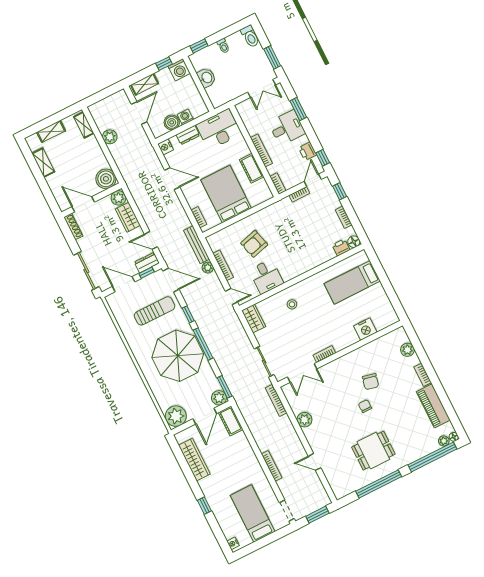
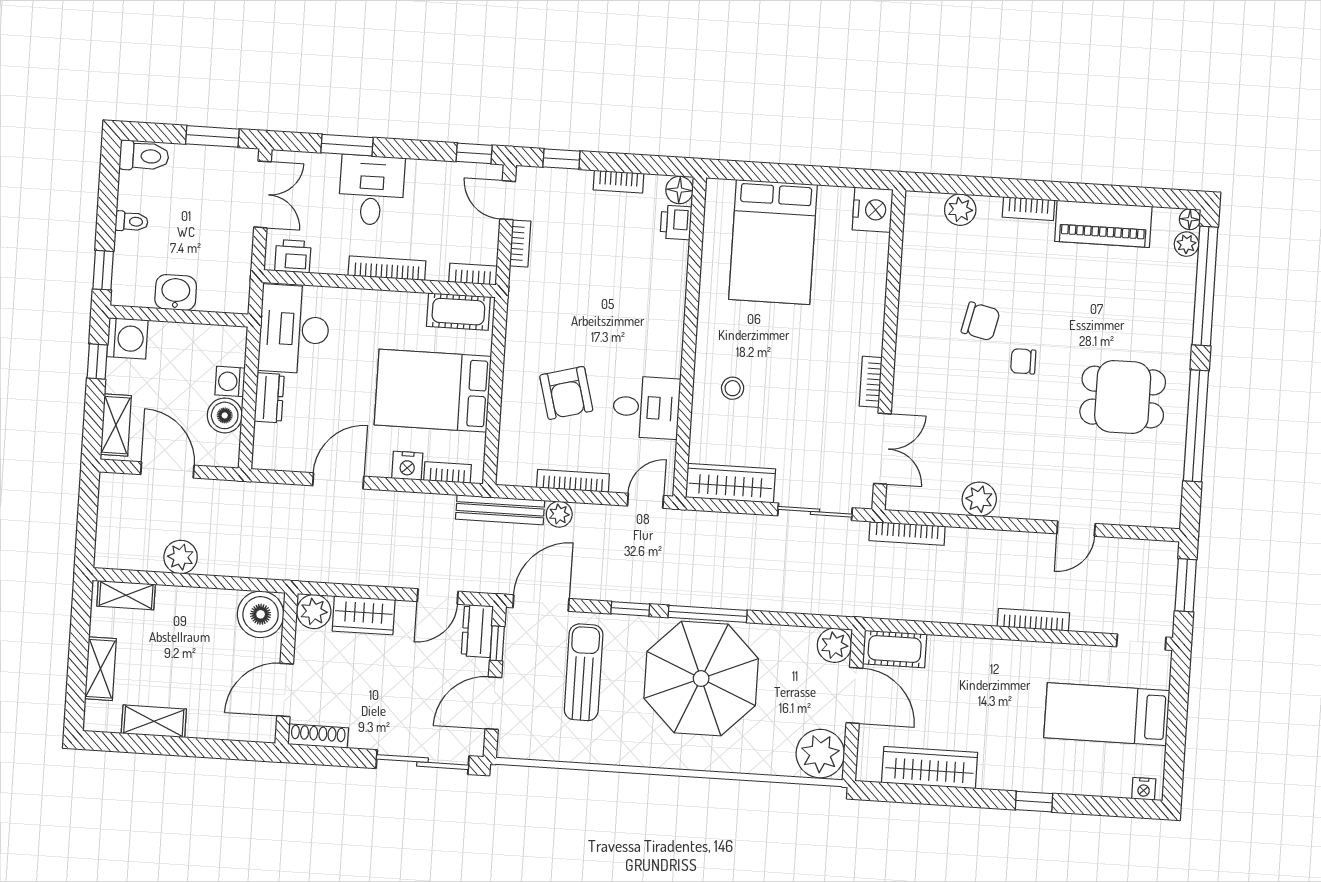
nightstand: (166, 147) -> (407, 466), moved
printer: (308, 151) -> (293, 256), moved, turned 180
cot: (252, 168) -> (458, 312), moved
bed: (352, 282) -> (773, 242), width x1.50
wardrobe: (254, 319) -> (730, 483), width x1.50
nightstand: (365, 329) -> (873, 210), moved
window: (225, 387) -> (819, 621), removed
dining table: (373, 451) -> (1123, 397), turned 90

